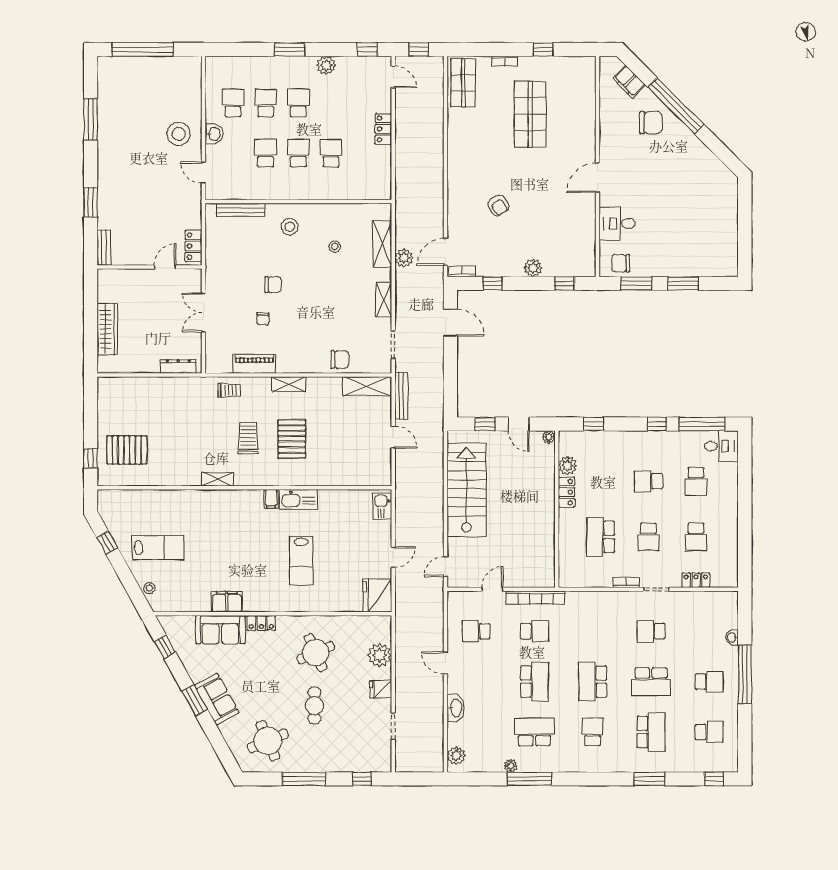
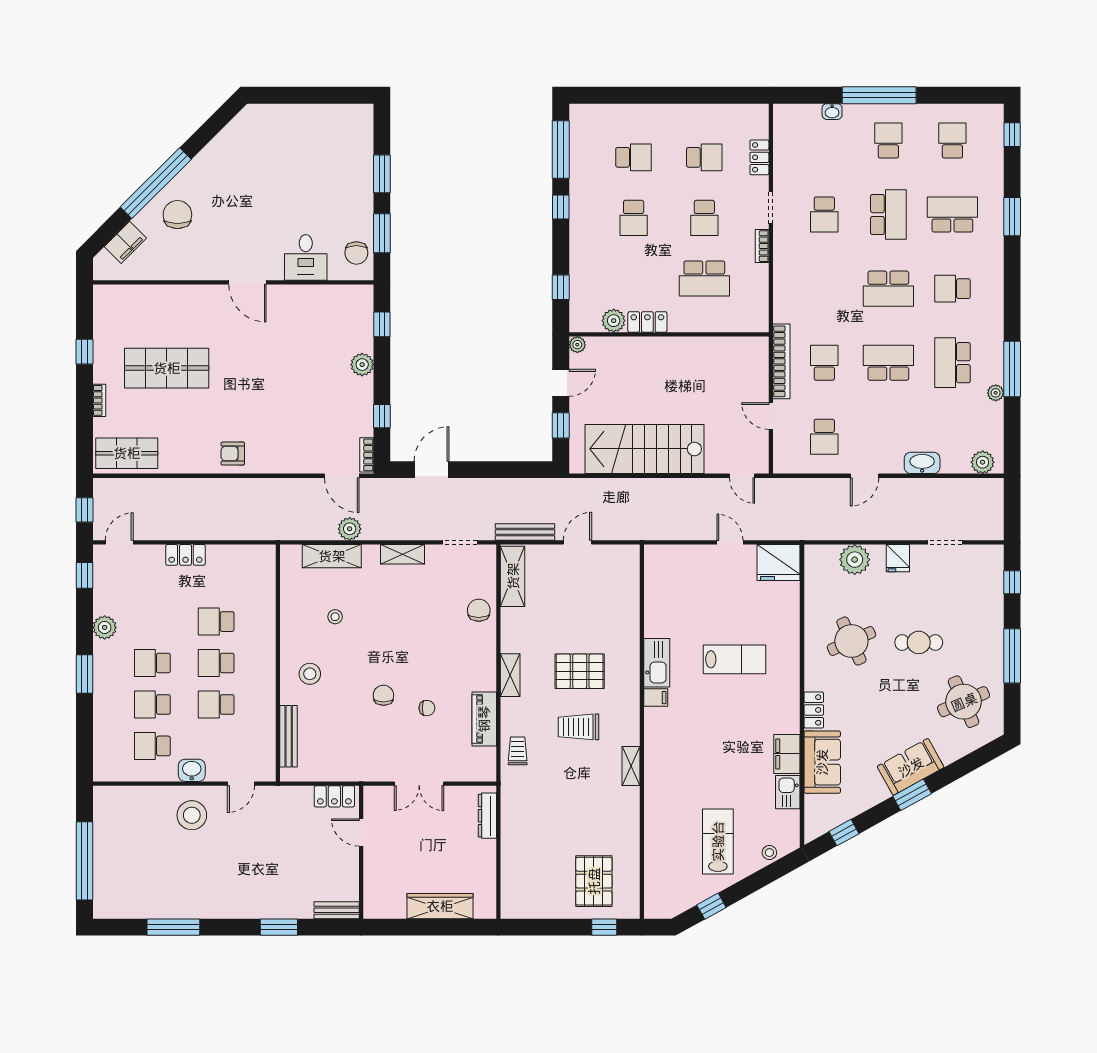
armchair: (498, 205) -> (233, 454), moved, turned -148
desk: (721, 446) -> (589, 125), removed
kitchen sink: (382, 506) -> (788, 792), moved, turned 90
school desk: (648, 537) -> (704, 218), turned 90

